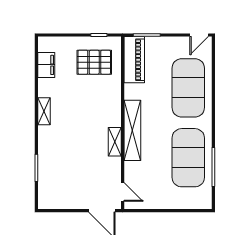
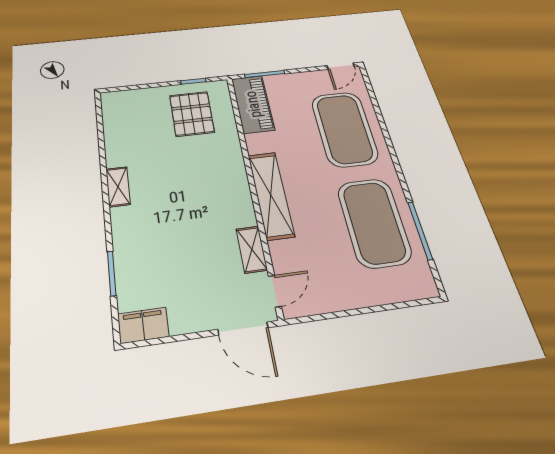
pallet: (94, 62) -> (192, 114), turned 90
filing cabinet: (46, 65) -> (143, 325), moved, turned -90
shelving: (115, 142) -> (252, 249), moved
door: (123, 192) -> (275, 291), hinge flipped

